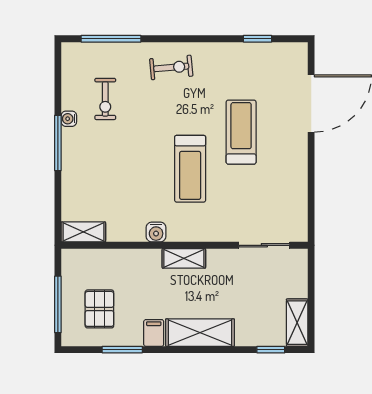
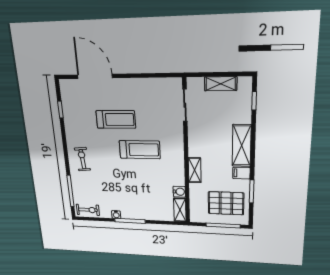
exercise bike: (105, 99) -> (88, 210), moved
treadmill: (241, 132) -> (116, 119), turned 180
water cooler: (156, 232) -> (179, 192), moved
shelving: (184, 258) -> (195, 170), moved
pallet: (99, 309) -> (226, 203), width x1.50, depth x1.42
shelving: (297, 323) -> (221, 84), moved

